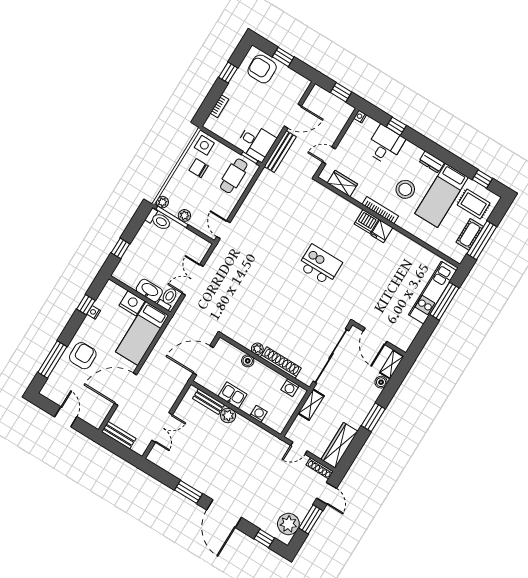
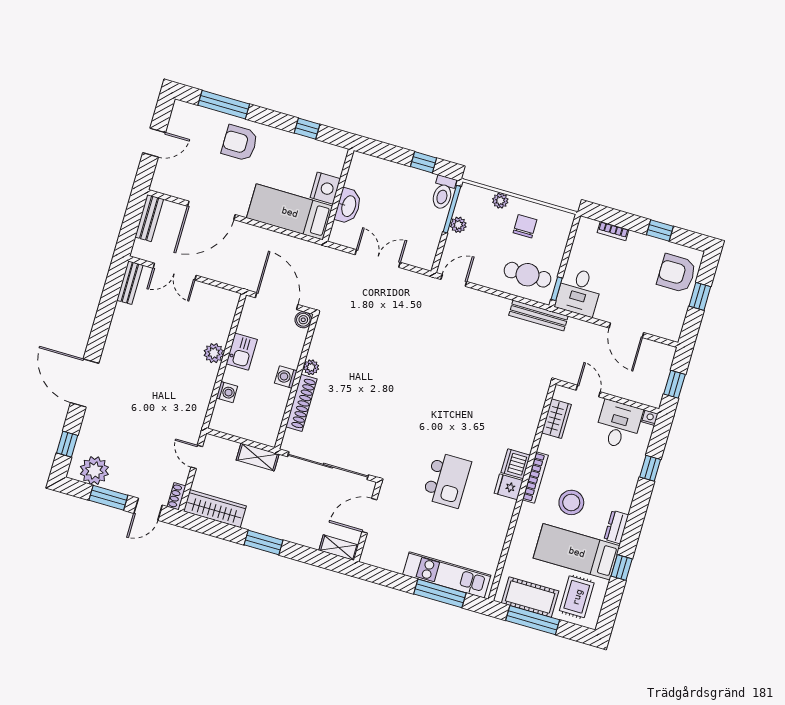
armchair: (262, 69) -> (677, 273), turned -90
side table: (204, 145) -> (557, 225), removed
desk: (385, 145) -> (618, 425), moved, turned -90
bench: (280, 152) -> (538, 316), moved
window: (482, 179) -> (622, 567), moved
plant: (162, 202) -> (500, 201), moved
cot: (470, 234) -> (530, 597), width x1.37, depth x1.34
window: (120, 248) -> (424, 162), moved
kitchen island: (320, 265) -> (447, 480), moved
toilet: (168, 298) -> (345, 233), removed
nightstand: (94, 312) -> (300, 141), removed
armchair: (83, 356) -> (240, 143), turned 180
boiler: (248, 361) -> (303, 320), moved
boiler: (381, 382) -> (312, 540), removed
washing machine: (290, 388) -> (286, 377), moved
door: (126, 389) -> (211, 210), swing flipped
bench: (208, 402) -> (130, 283), moved
shoe rack: (320, 468) -> (177, 496), width x0.70
window: (188, 492) -> (100, 329), removed
door: (224, 514) -> (85, 383), hinge flipped

